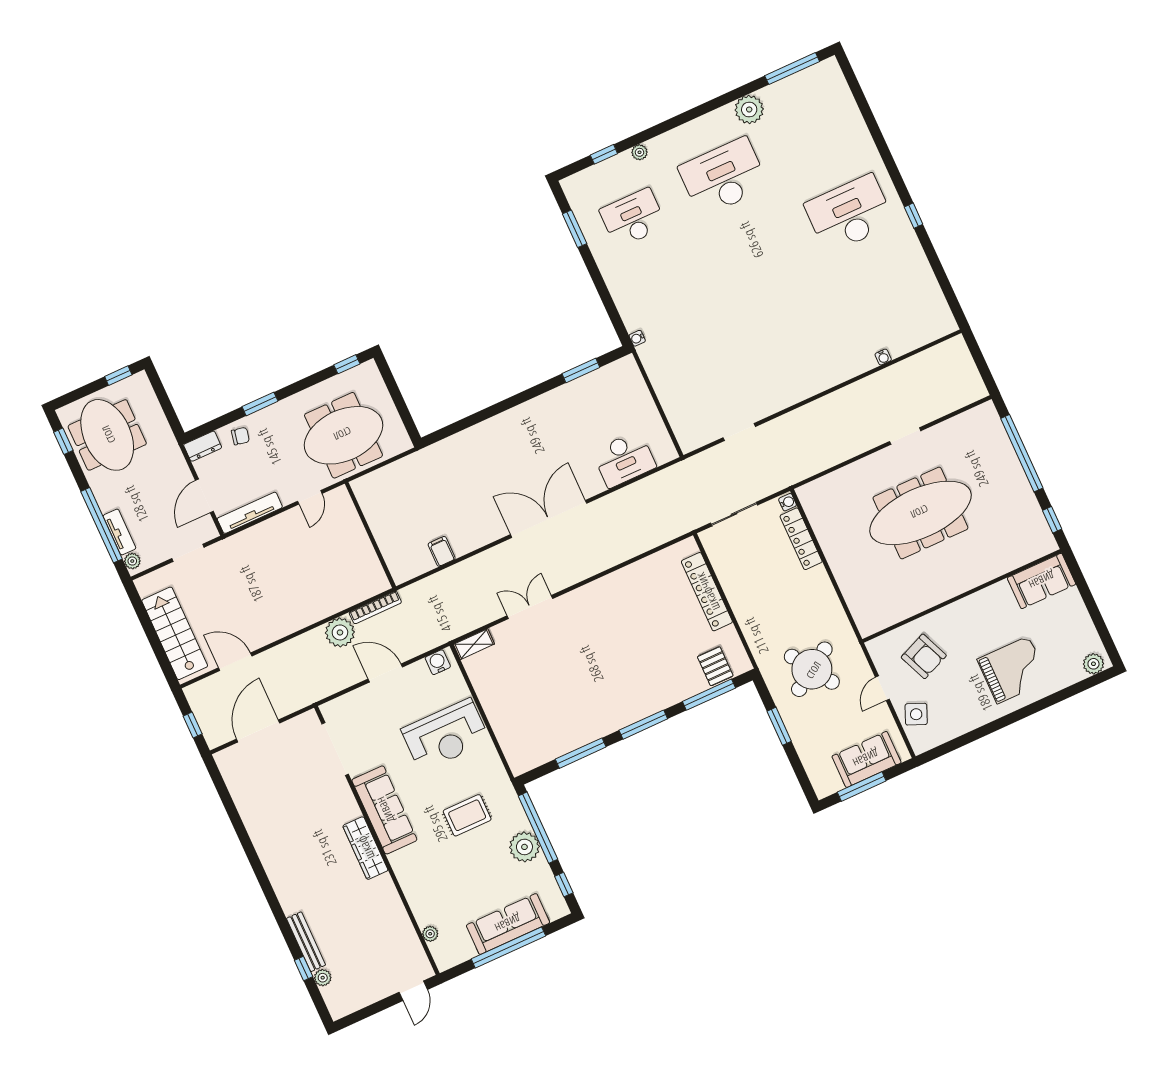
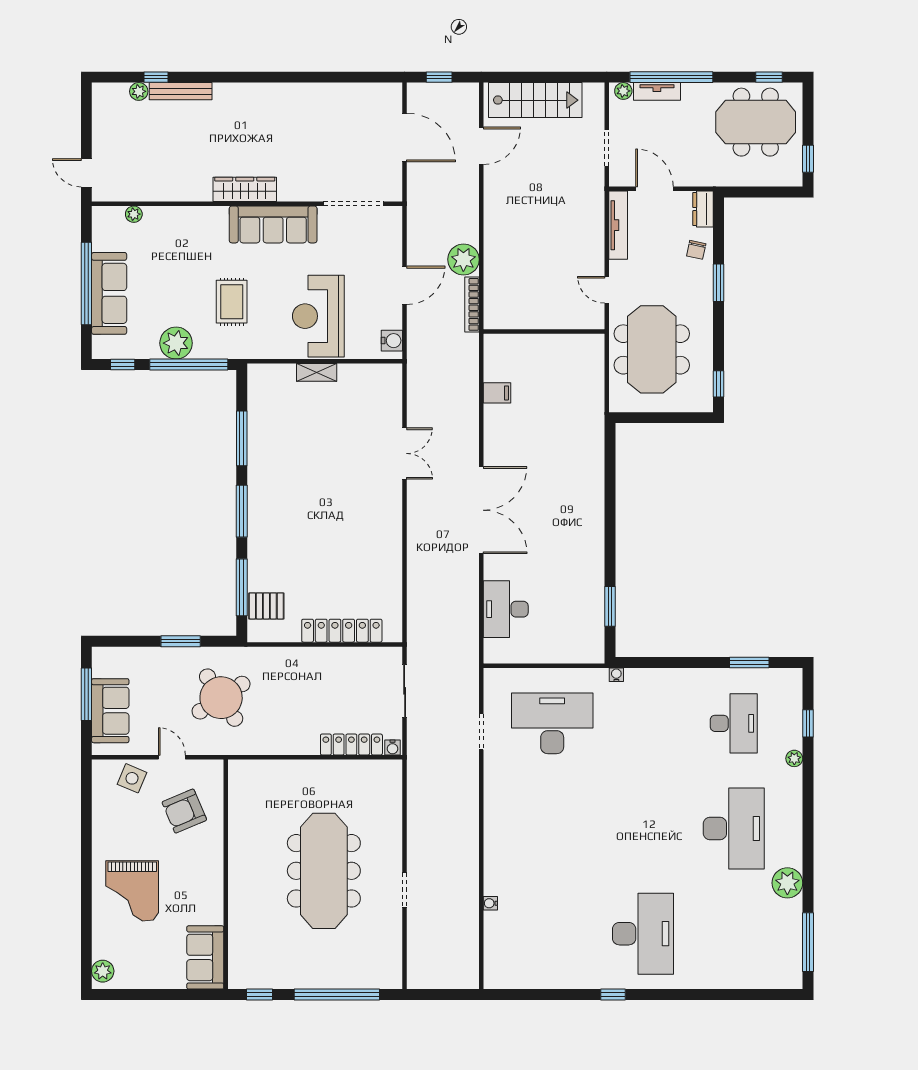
desk: (704, 374) -> (552, 723), added
shelving: (474, 644) -> (317, 372), moved, turned 90

